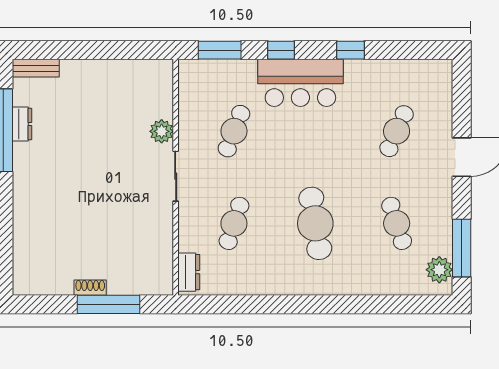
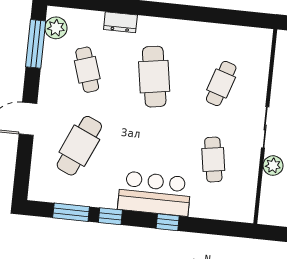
window: (220, 50) -> (71, 212), moved
cafe table: (234, 131) -> (213, 160), turned -30
cafe table: (397, 131) -> (79, 146), width x1.37, depth x1.35
dresser: (189, 272) -> (120, 22), moved, turned -90

